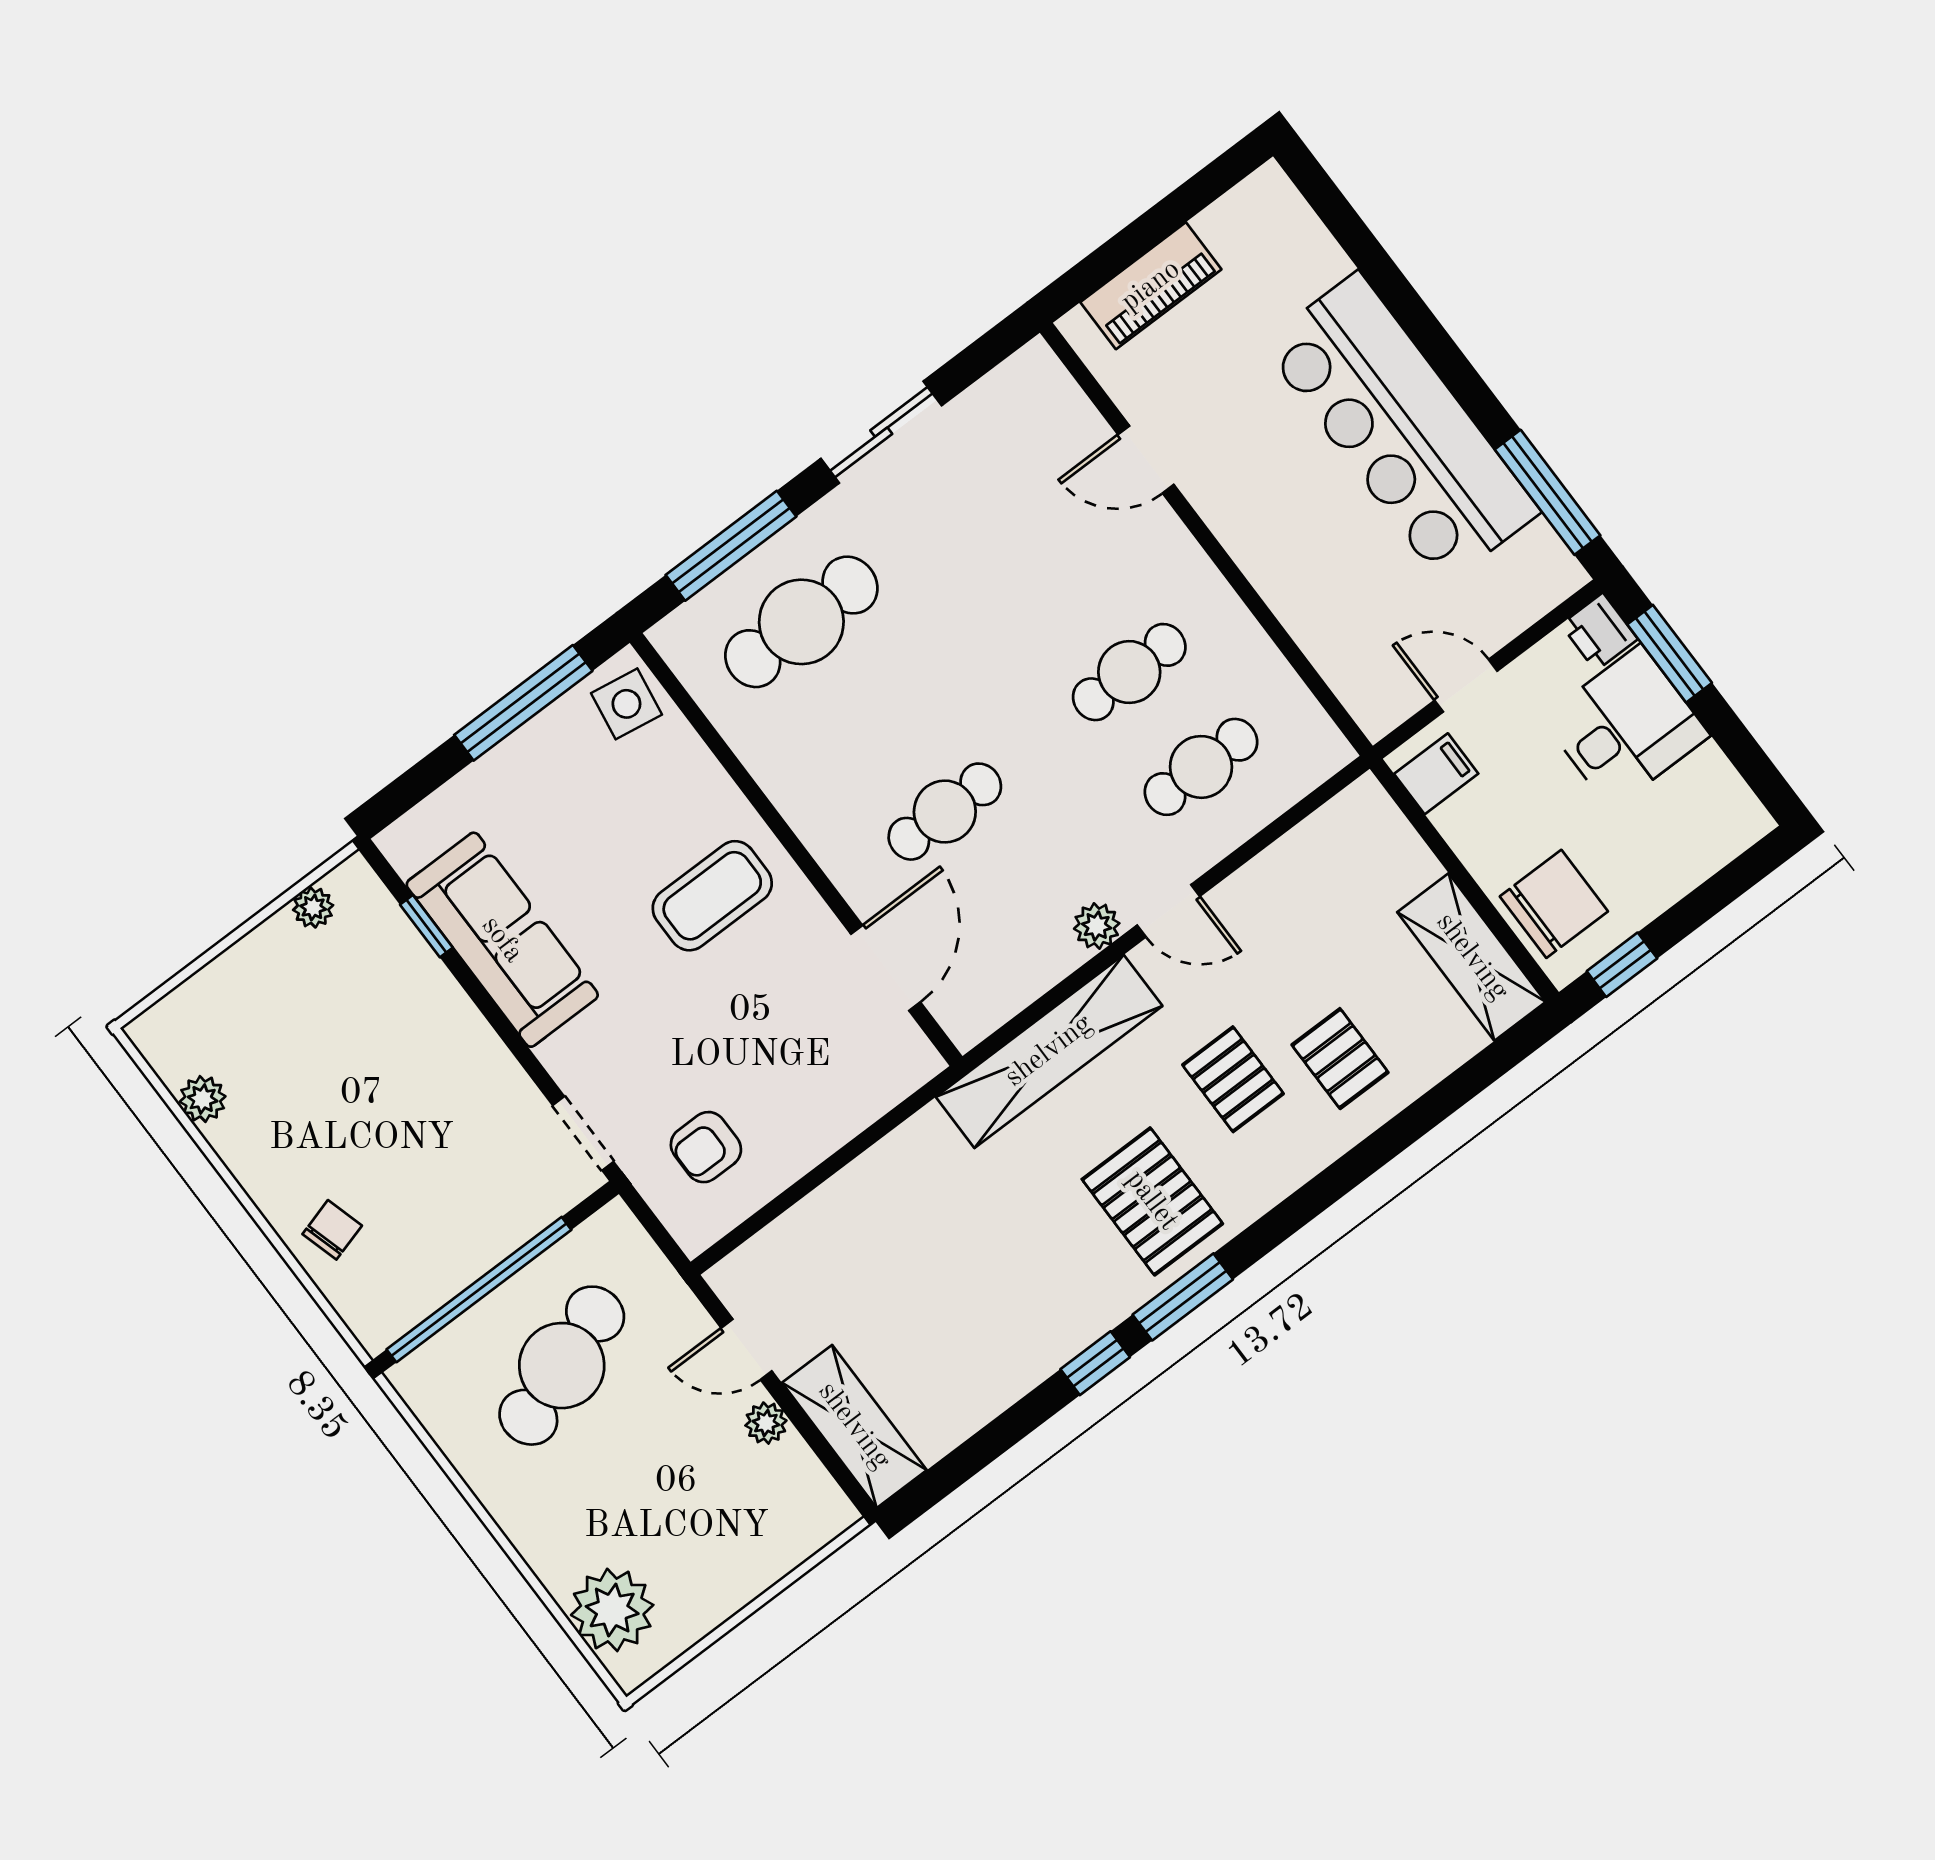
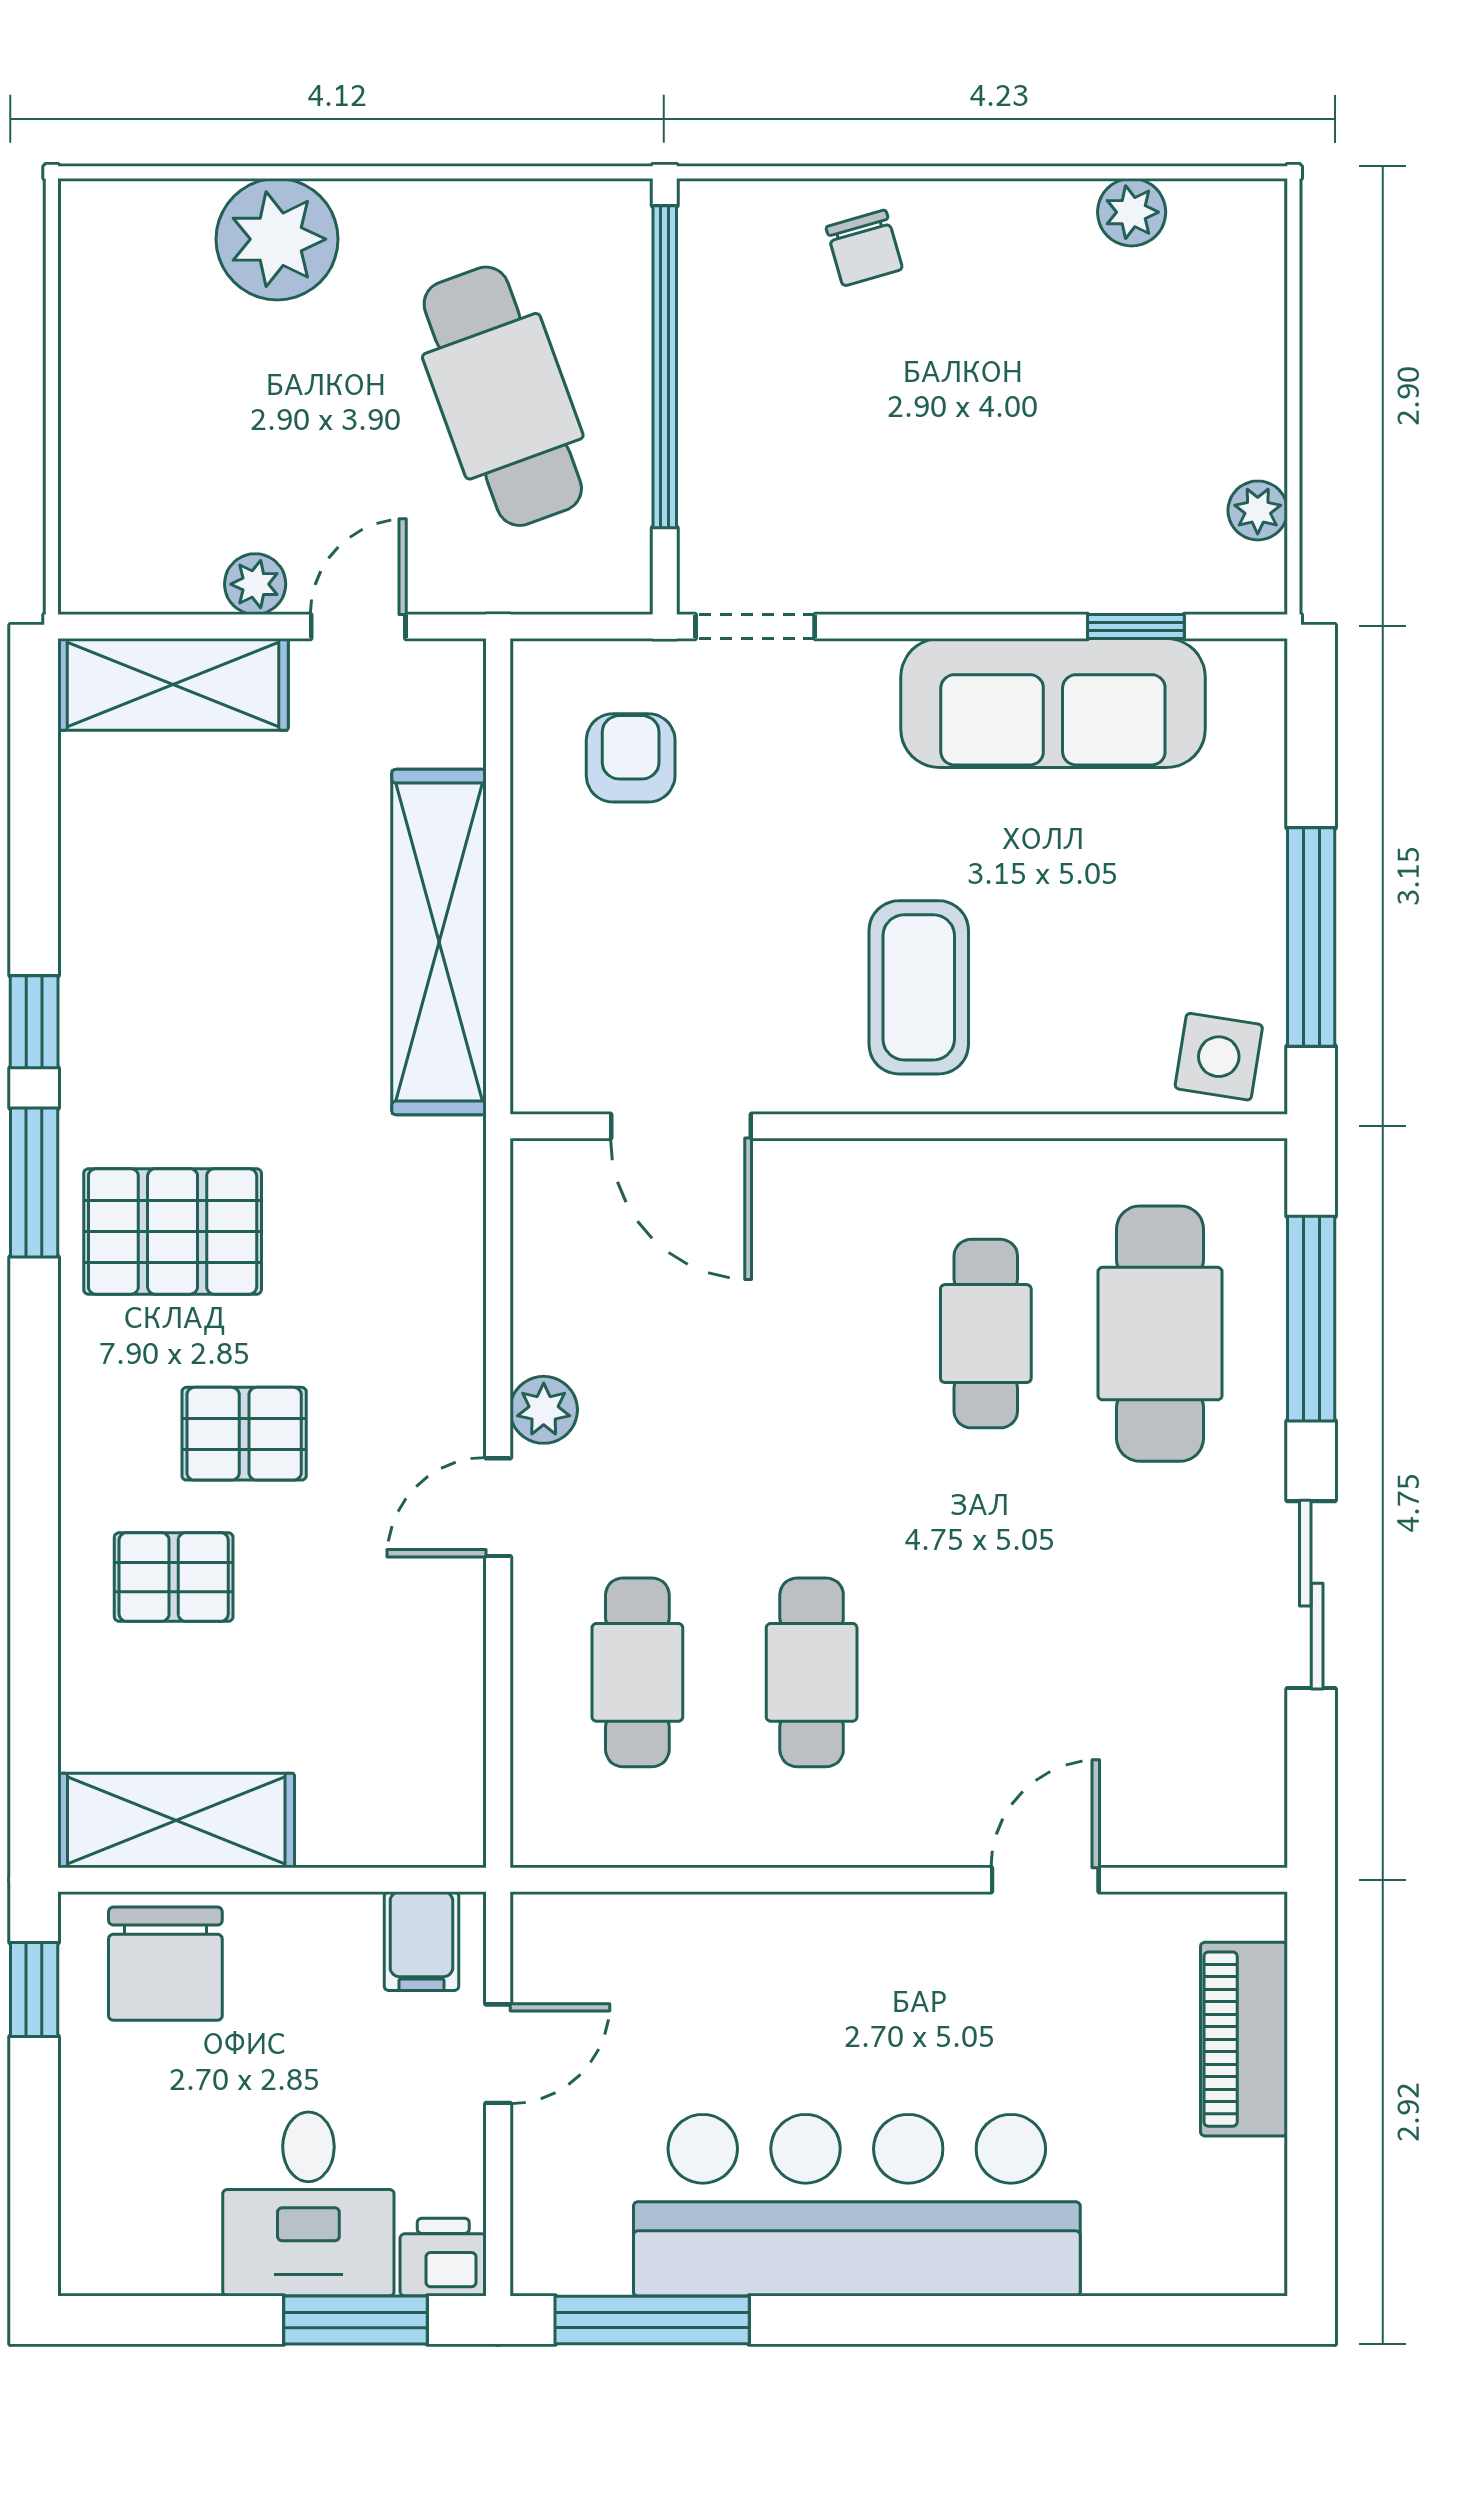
cafe table: (945, 812) -> (986, 1334), moved
shelving: (1049, 1051) -> (439, 942), moved
plant: (612, 1610) -> (277, 239), moved

